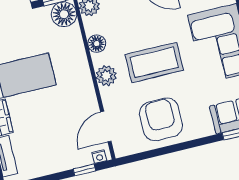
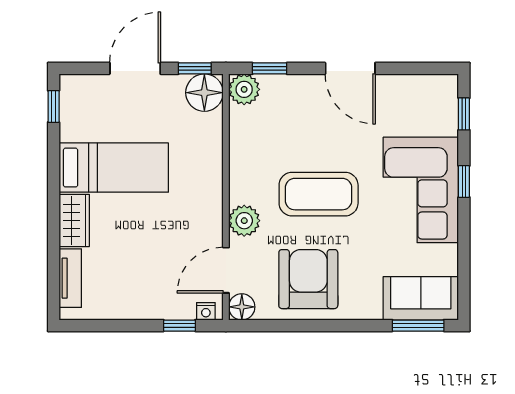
floor lamp: (97, 44) -> (242, 307), moved
plant: (106, 76) -> (244, 221), moved

